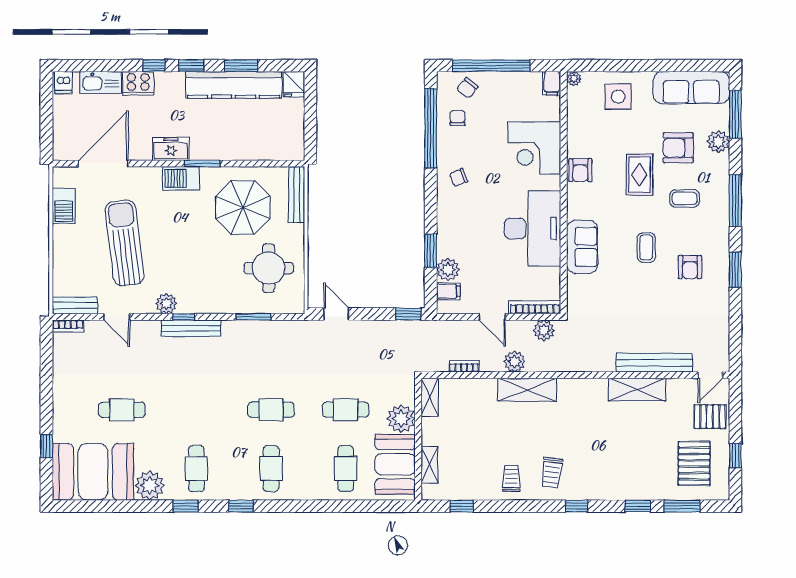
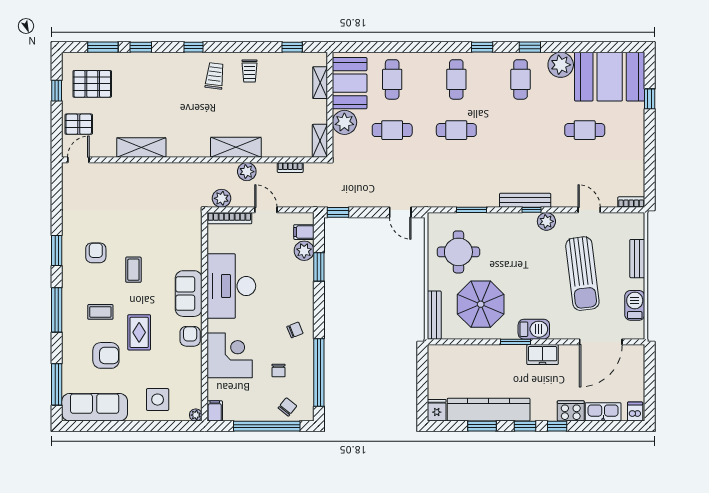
chair: (457, 118) -> (279, 371), moved
plant: (718, 142) -> (71, 361), removed
sofa: (582, 247) -> (189, 294), moved
bench: (75, 305) -> (637, 259), moved, turned 90
bench: (655, 363) -> (126, 171), removed
pallet: (694, 463) -> (92, 84), turned 90

